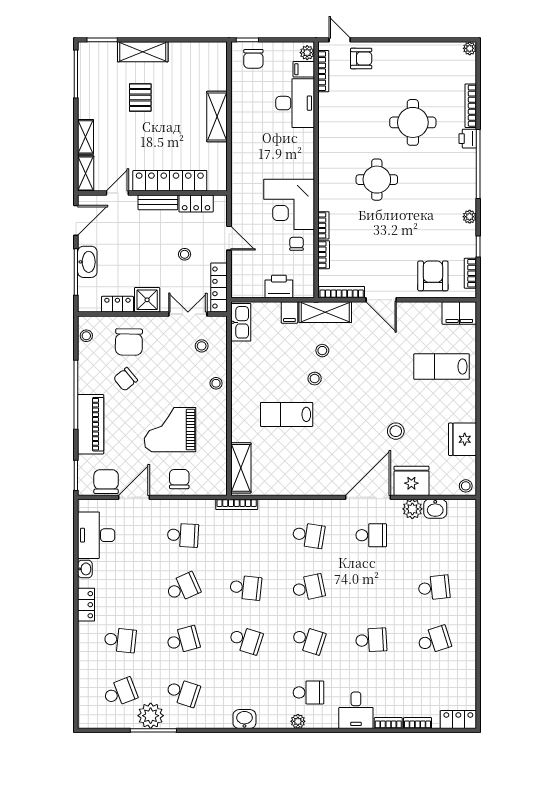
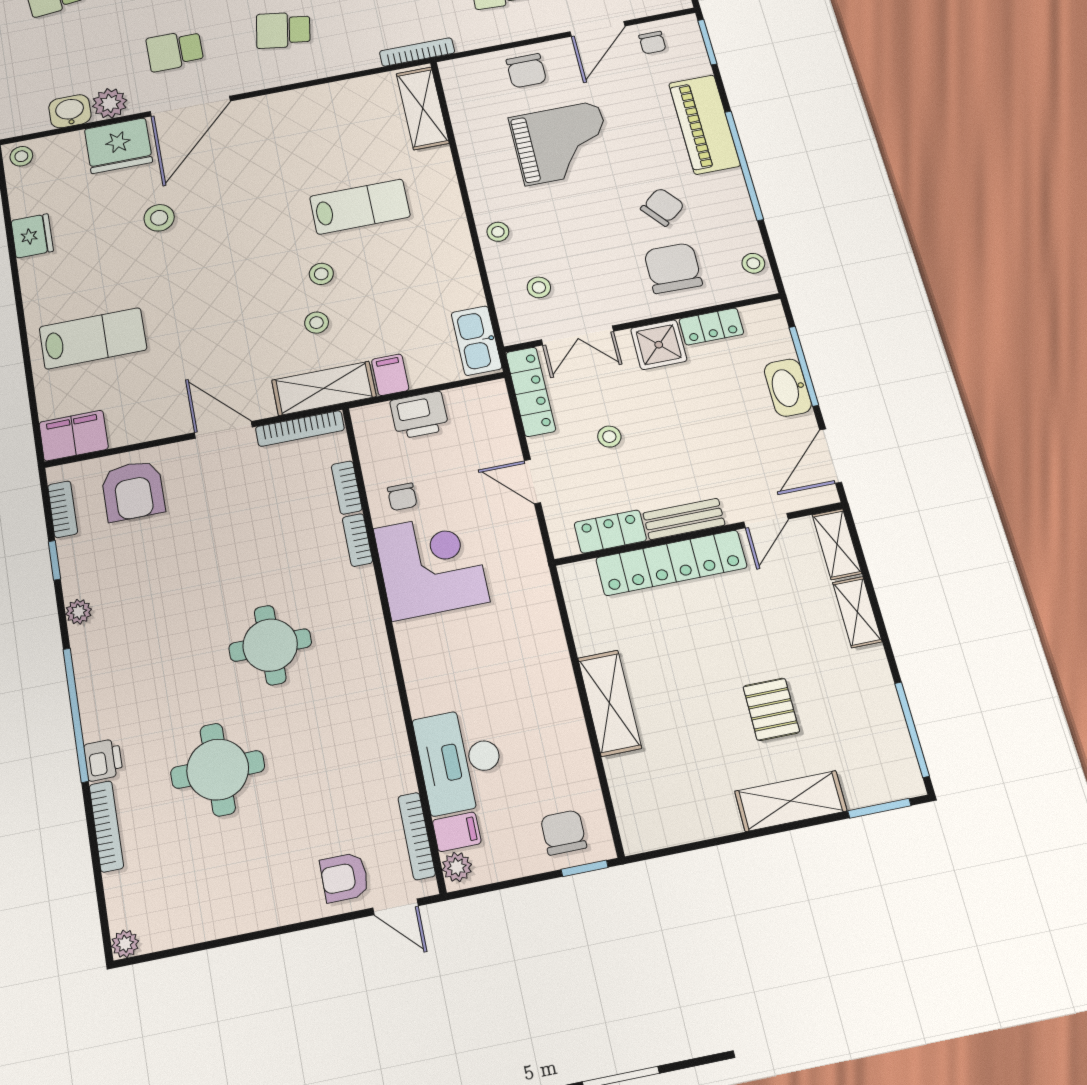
fridge: (463, 439) -> (32, 236), width x0.73, depth x0.75
chair: (106, 482) -> (652, 43), width x0.54, depth x0.54

